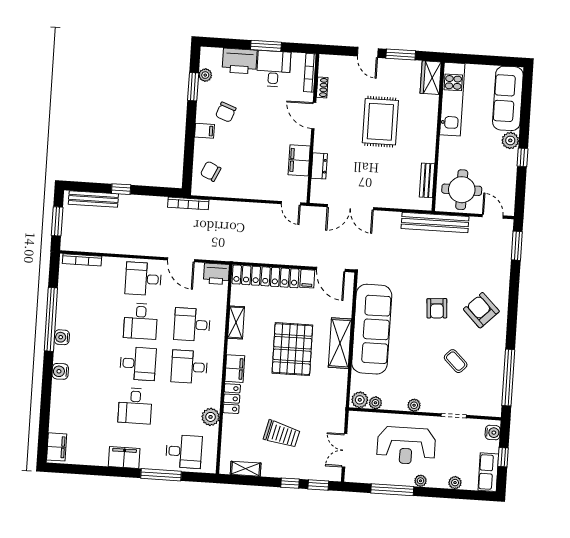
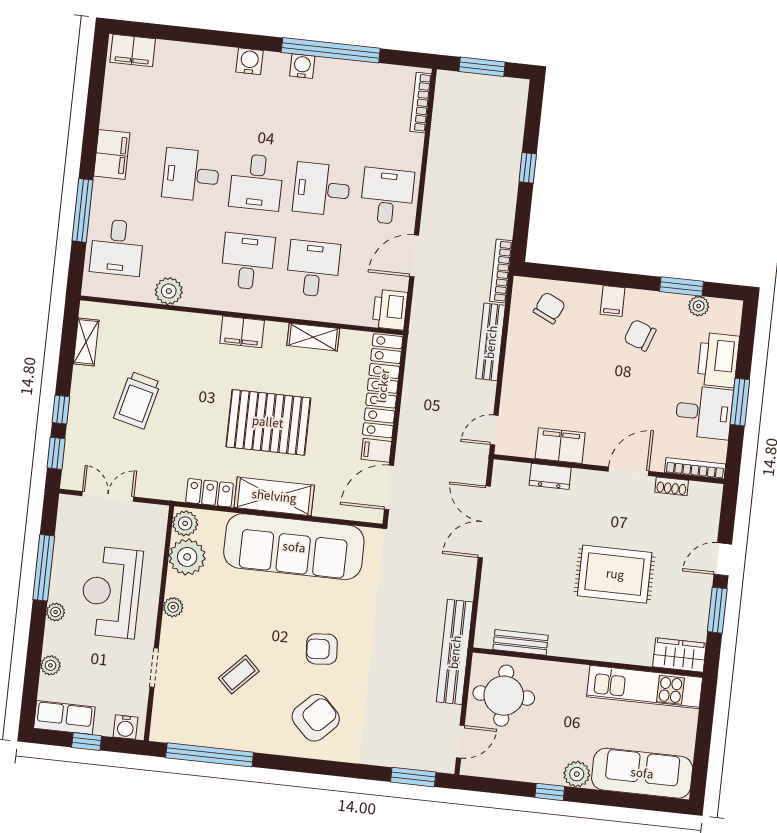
bench: (93, 199) -> (491, 342), moved
locker: (232, 399) -> (210, 493), moved, turned 180
plant: (375, 403) -> (187, 557), width x1.88, depth x1.88

